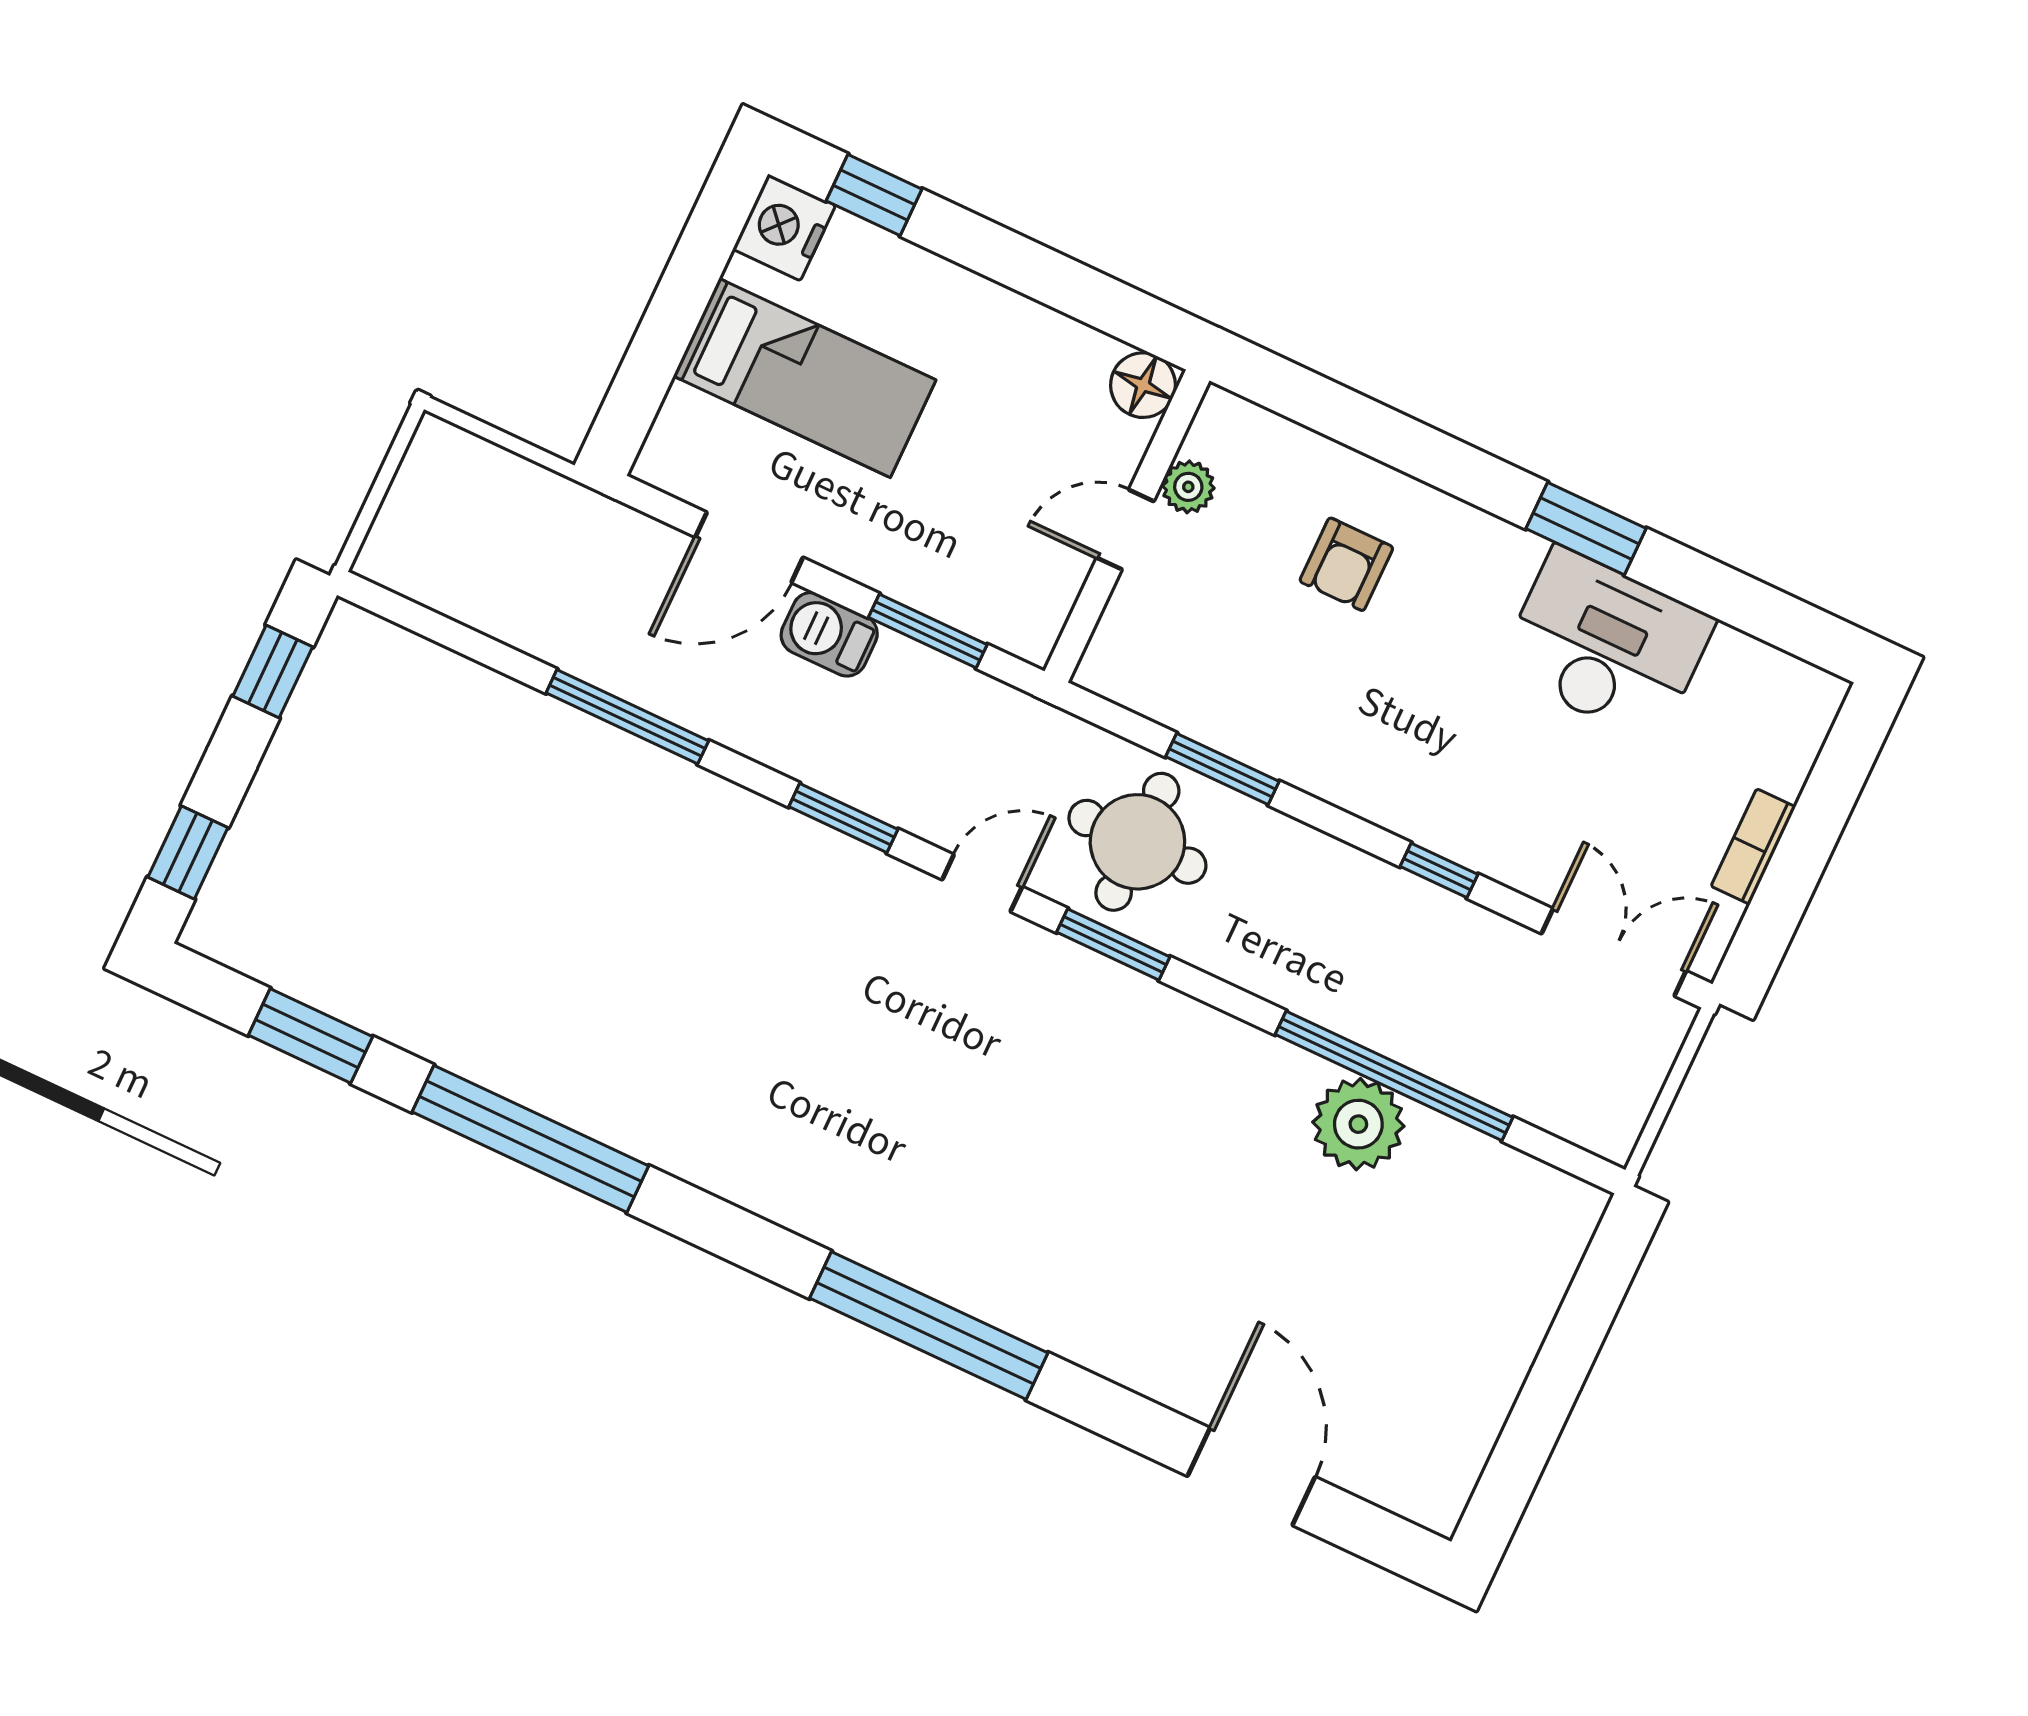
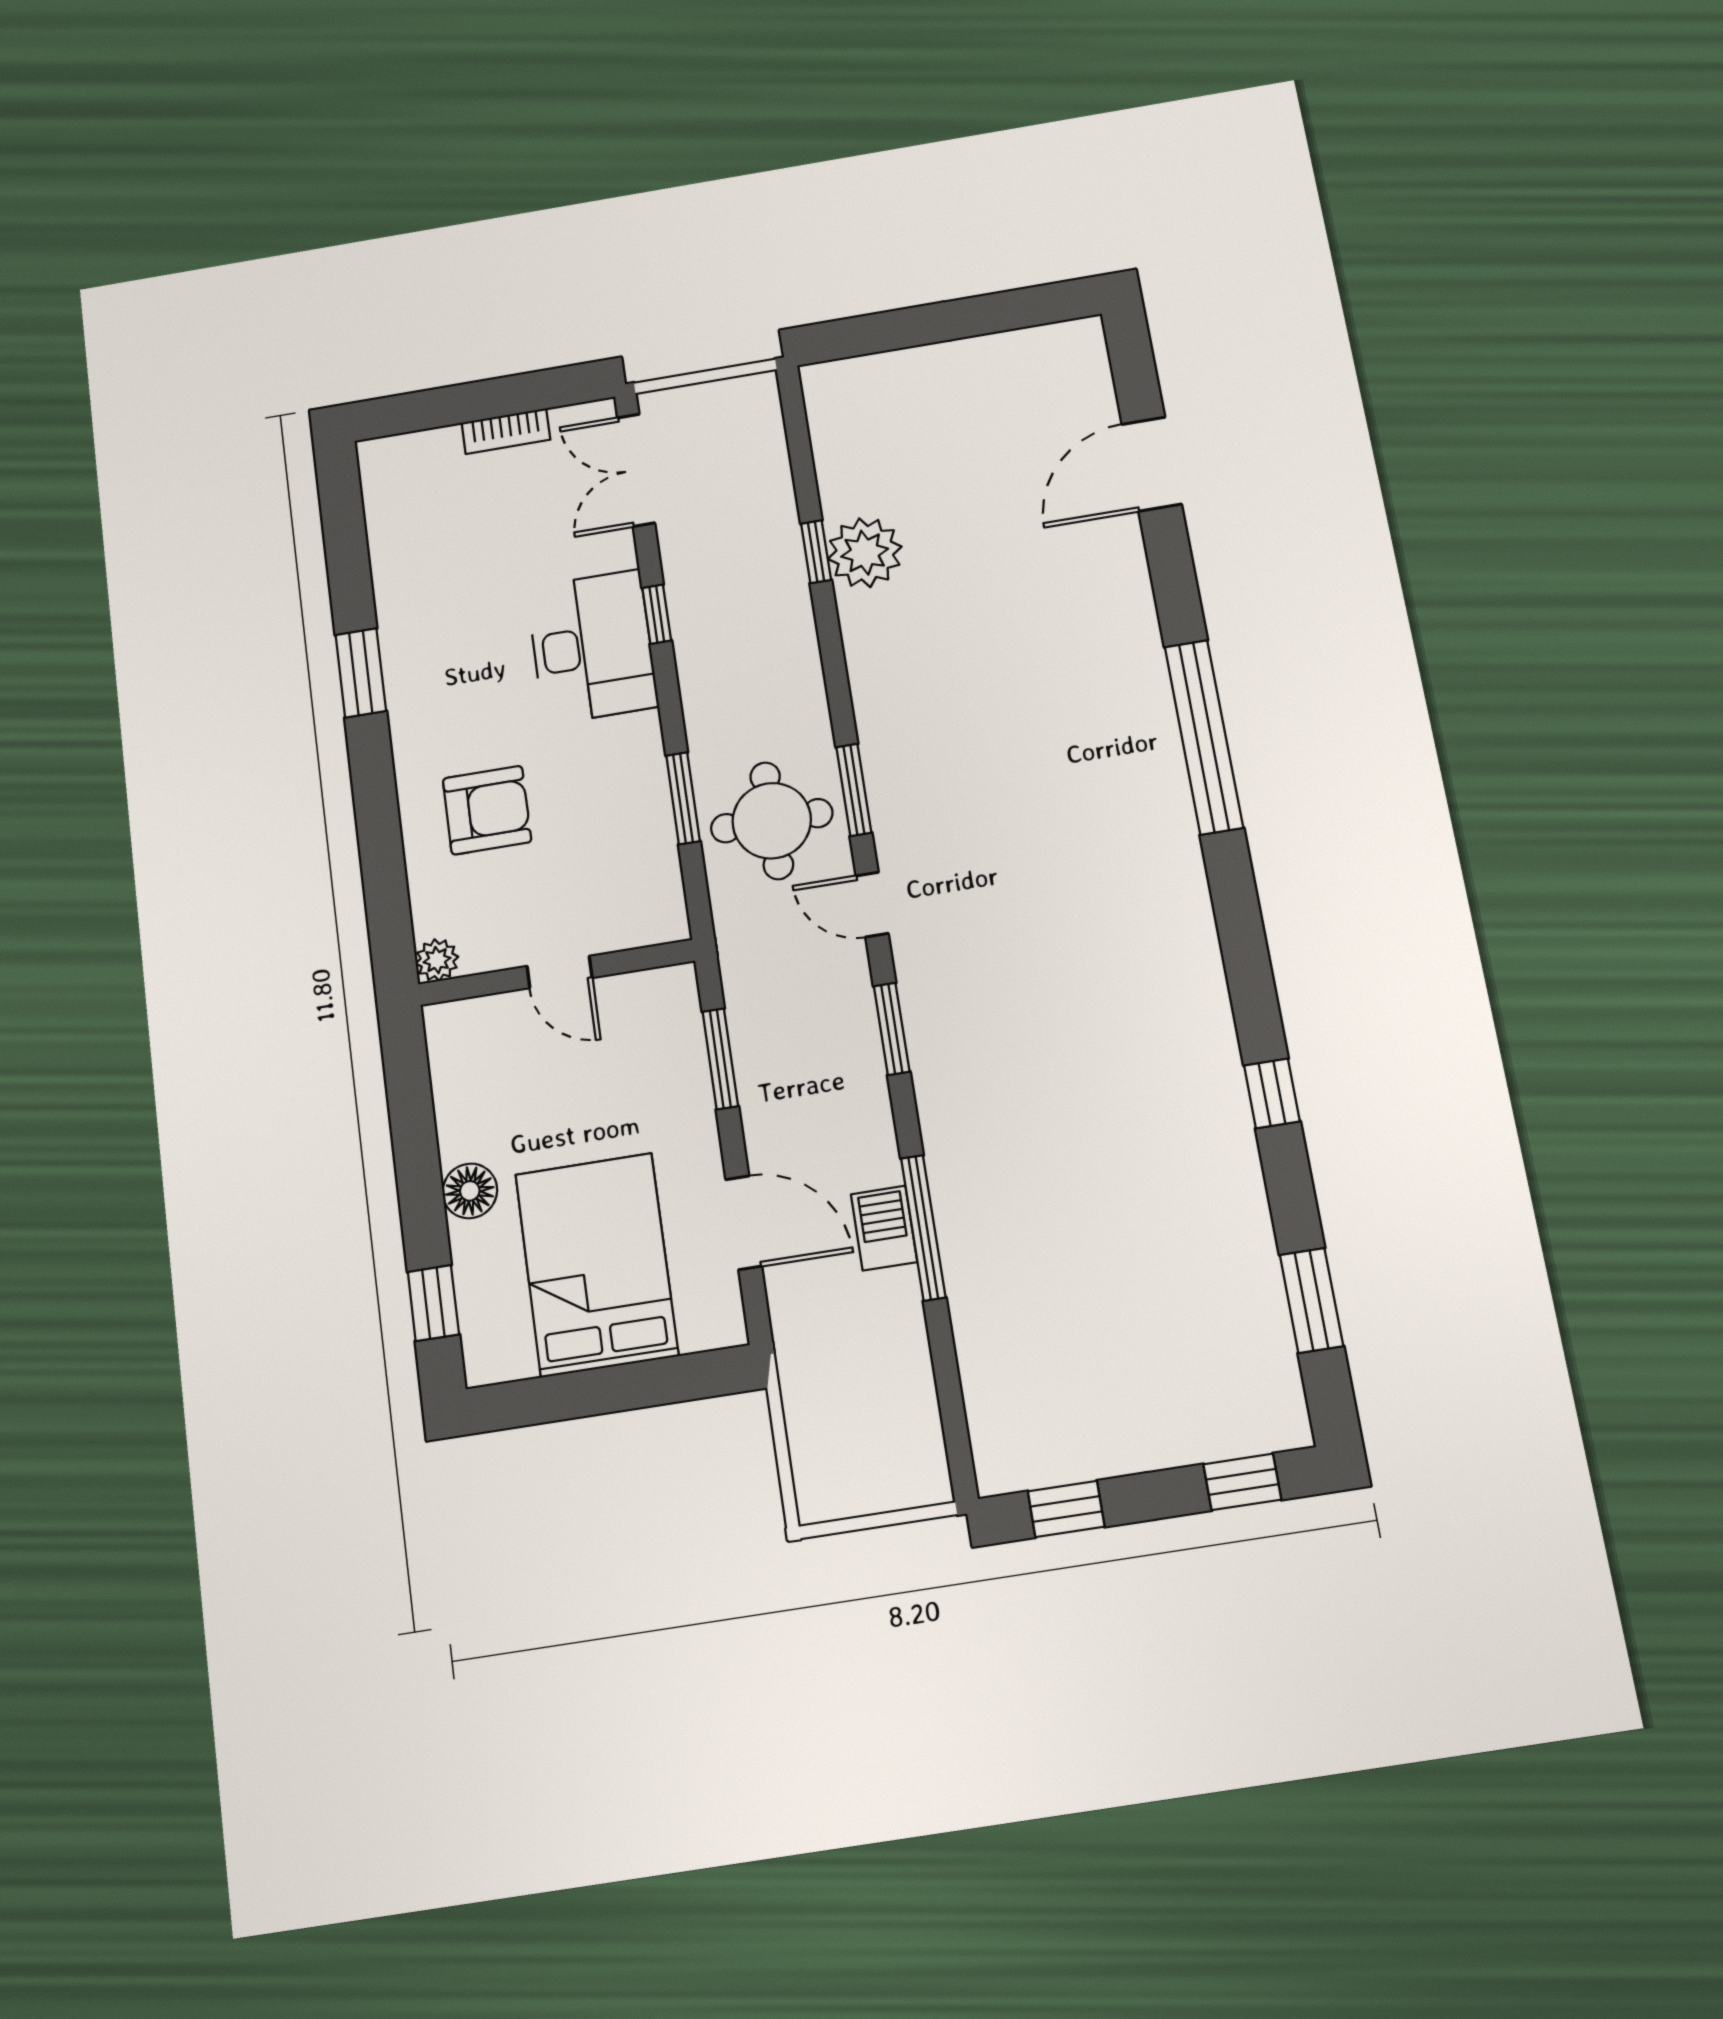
nightstand: (784, 227) -> (497, 1352), removed
bed: (805, 378) -> (597, 1265), width x1.50
floor lamp: (1143, 385) -> (470, 1191), moved
plant: (1188, 487) -> (437, 960), moved
armchair: (1346, 564) -> (487, 810), width x1.38, depth x1.38
barbecue: (829, 634) -> (884, 1228), moved, turned 180
desk: (1606, 645) -> (592, 647), moved, turned 180
window: (1394, 1076) -> (816, 552), width x0.32
window: (530, 1139) -> (1272, 1093), width x0.32

